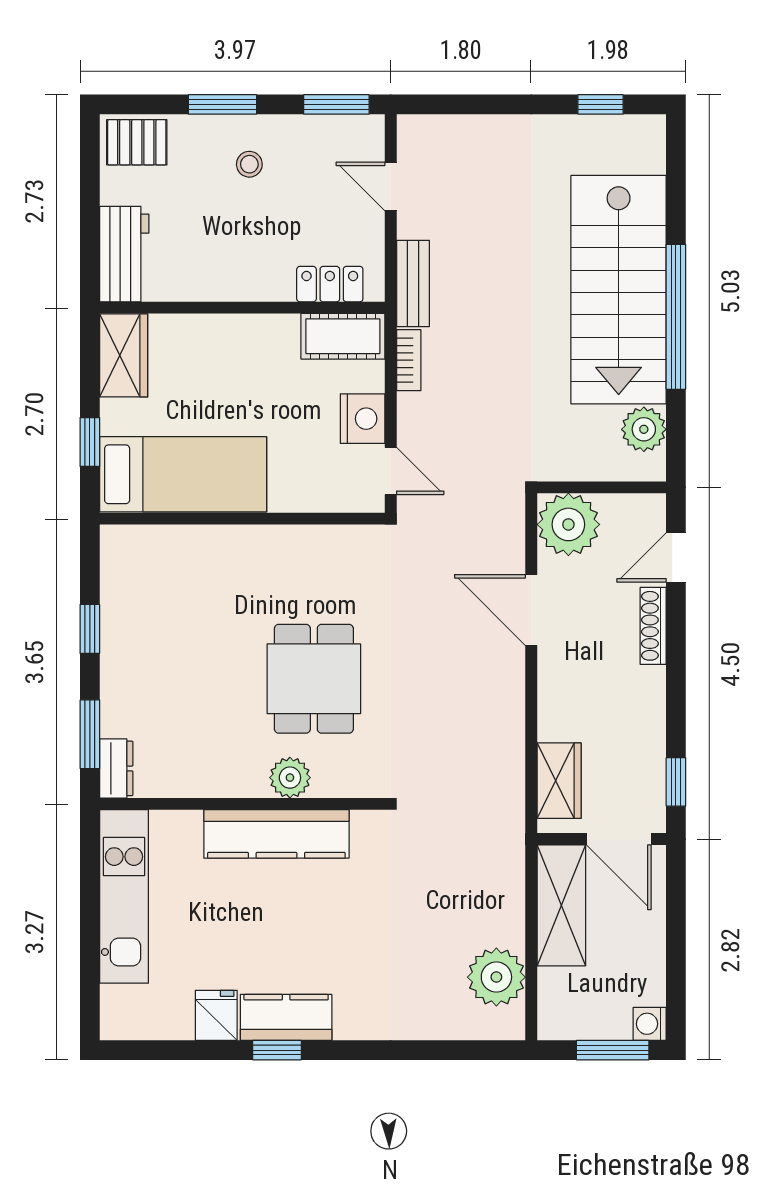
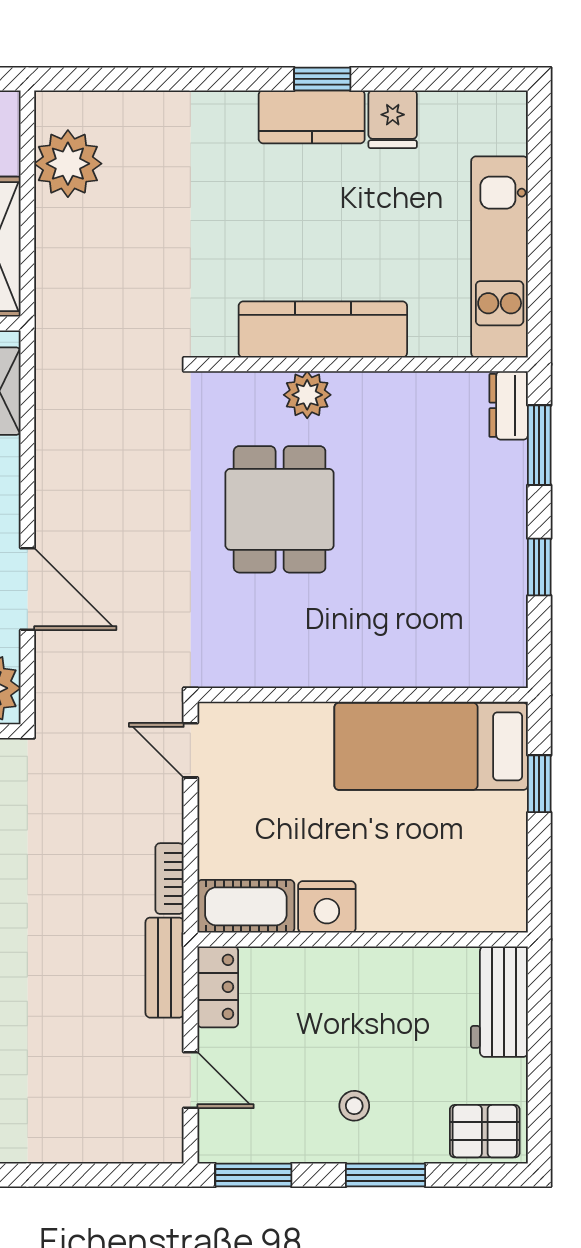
locker: (330, 284) -> (218, 987), moved, turned -90
wardrobe: (124, 355) -> (500, 884), removed
nightstand: (363, 419) -> (327, 907), moved, turned -90

